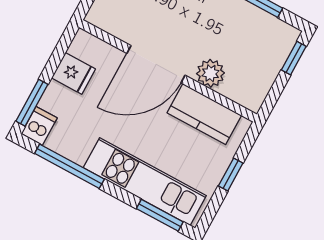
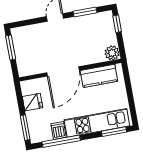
plant: (210, 73) -> (112, 53), moved
dishwasher: (39, 126) -> (58, 131), moved
window: (231, 174) -> (129, 92), removed

